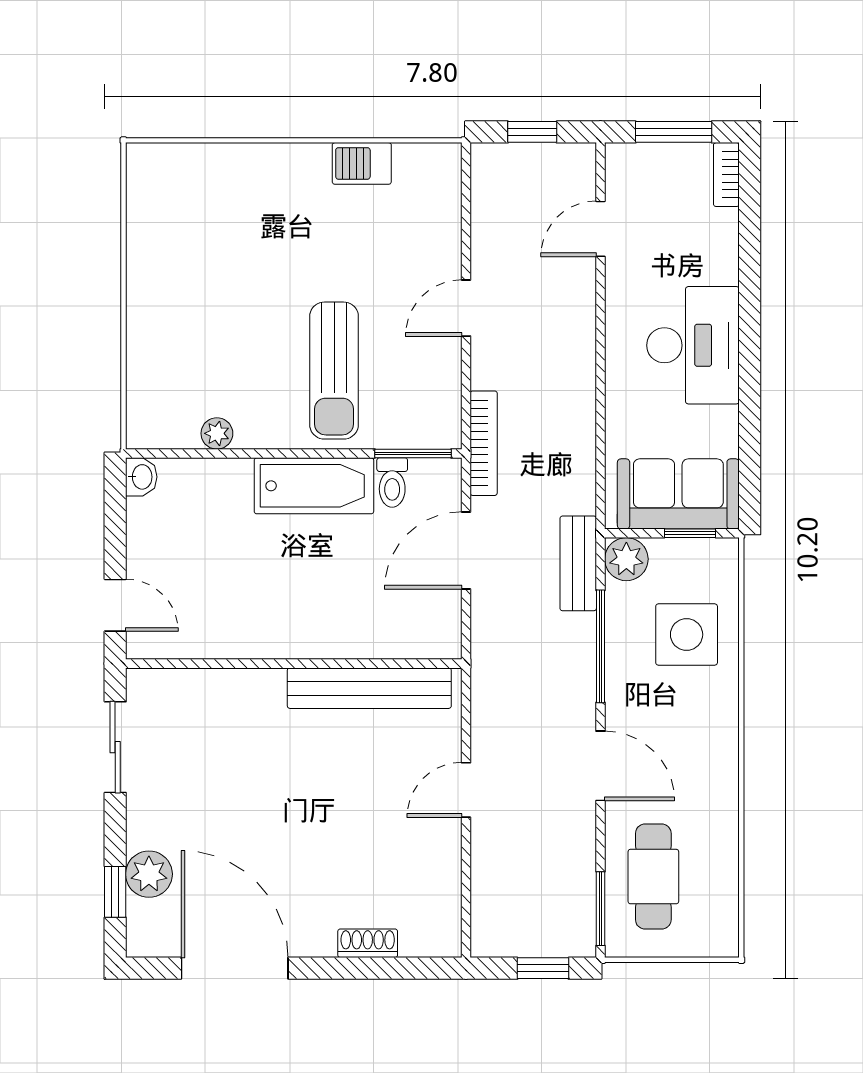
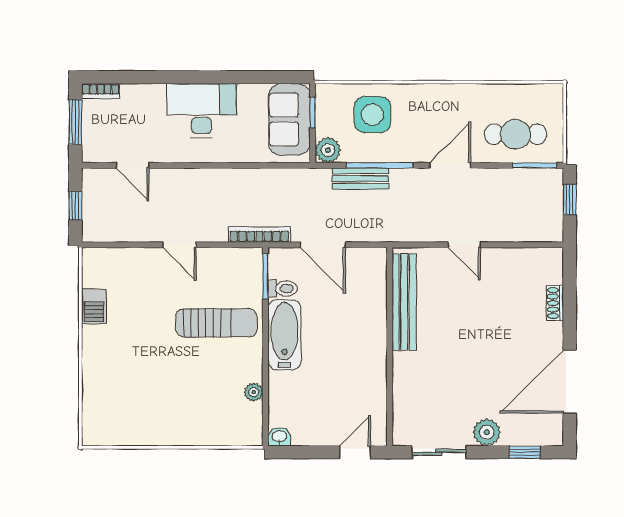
bench: (578, 563) -> (360, 179), moved
plant: (149, 874) -> (487, 432), moved

